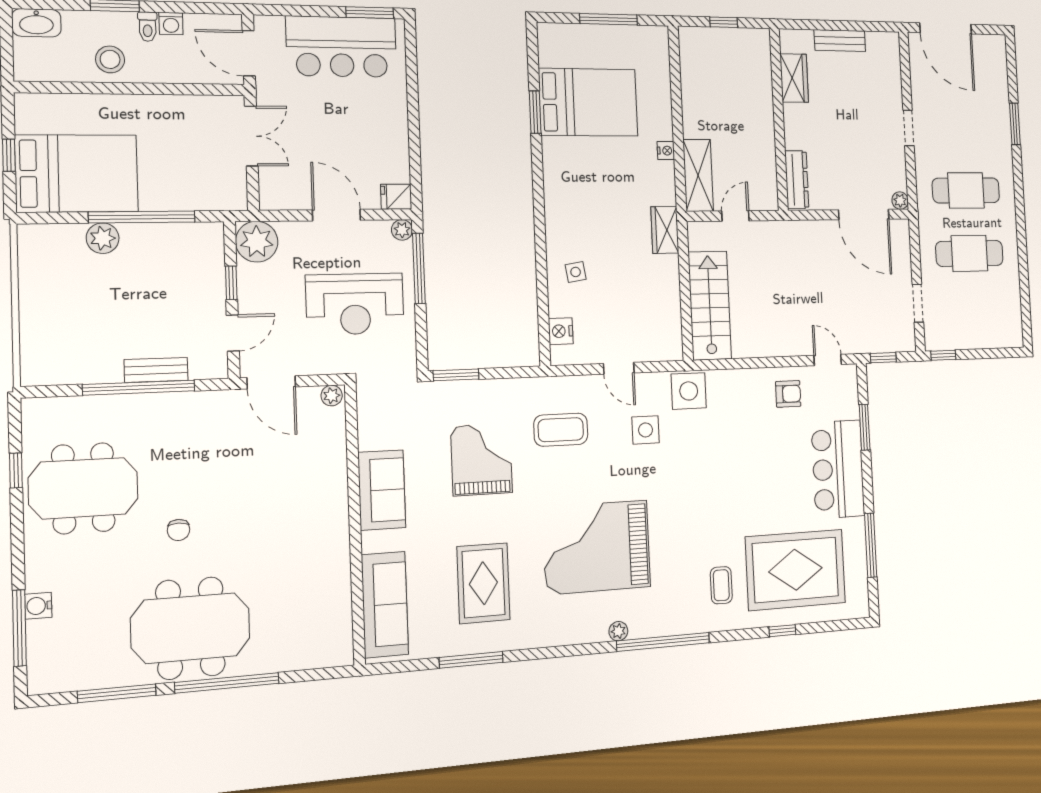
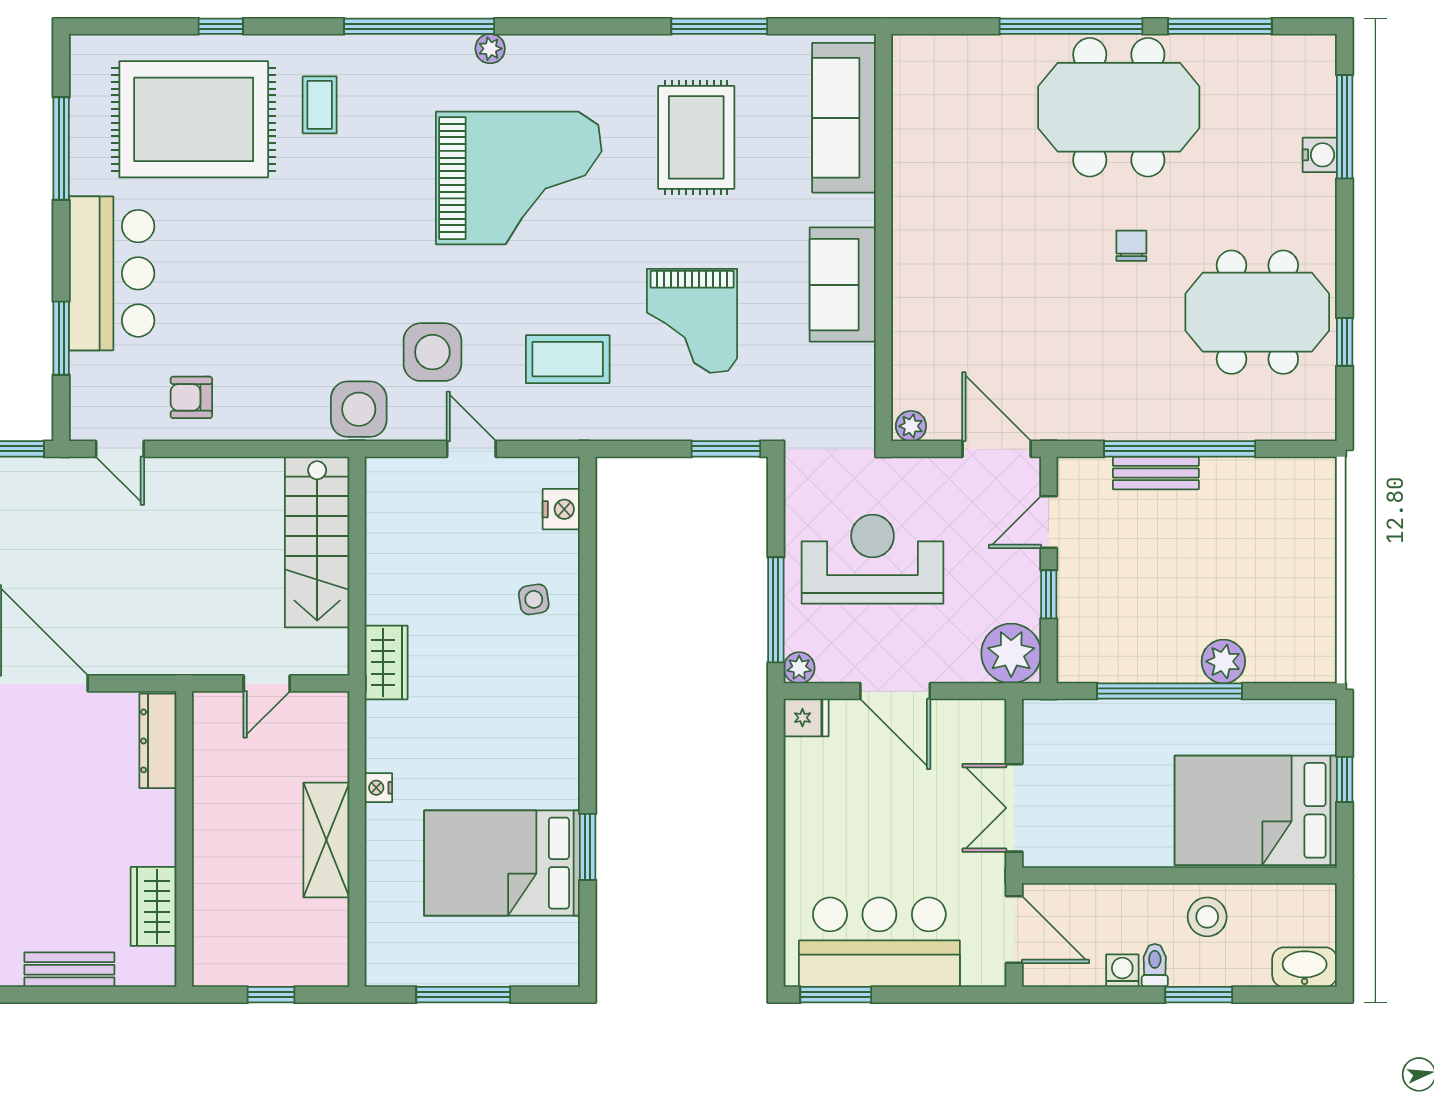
bed: (77, 174) -> (1256, 810), moved
shelving: (698, 175) -> (326, 840), moved
side table: (646, 430) -> (432, 352), width x1.37, depth x1.37

